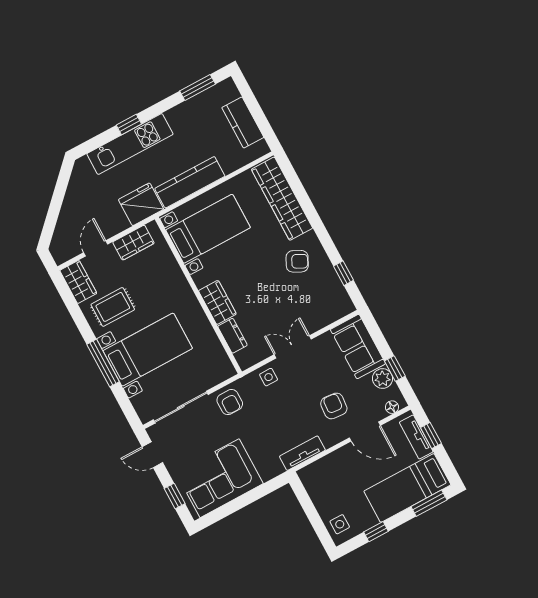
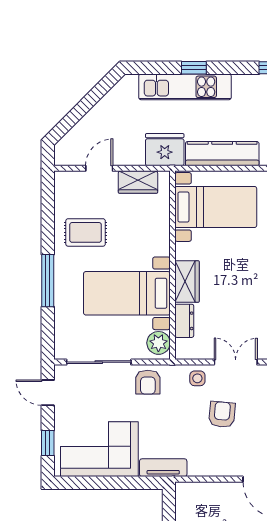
wardrobe: (78, 282) -> (66, 191), removed
bed with nightstands: (148, 350) -> (127, 293), moved, turned 180
plant: (221, 365) -> (158, 343), added
armchair: (334, 406) -> (222, 414), moved
tv unit: (302, 453) -> (163, 468), moved

